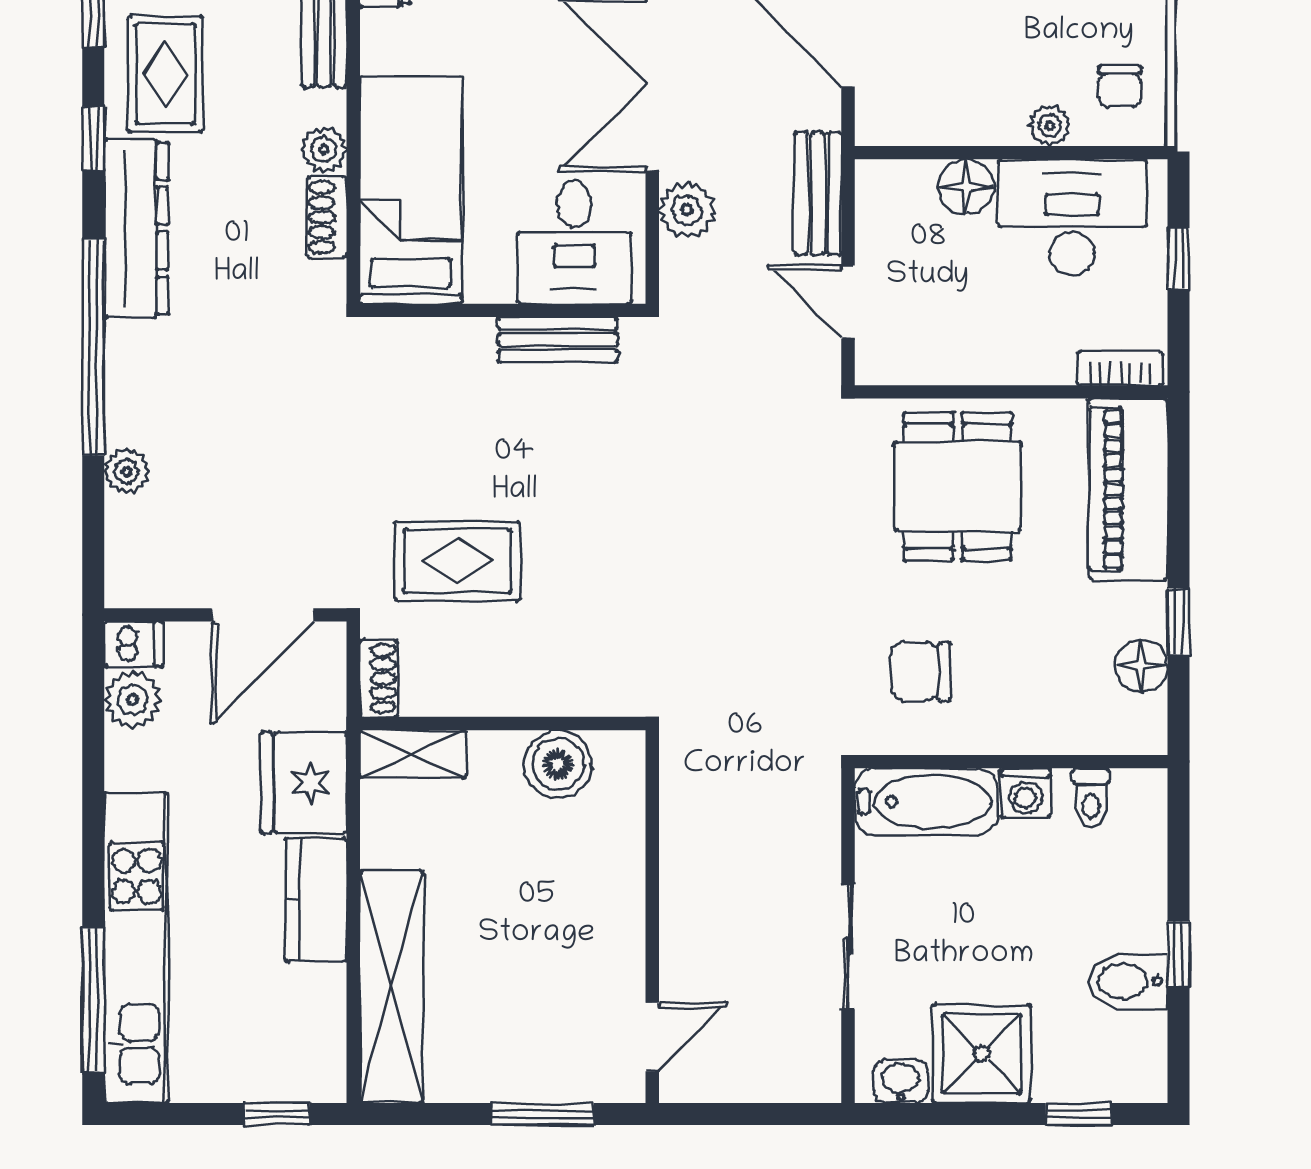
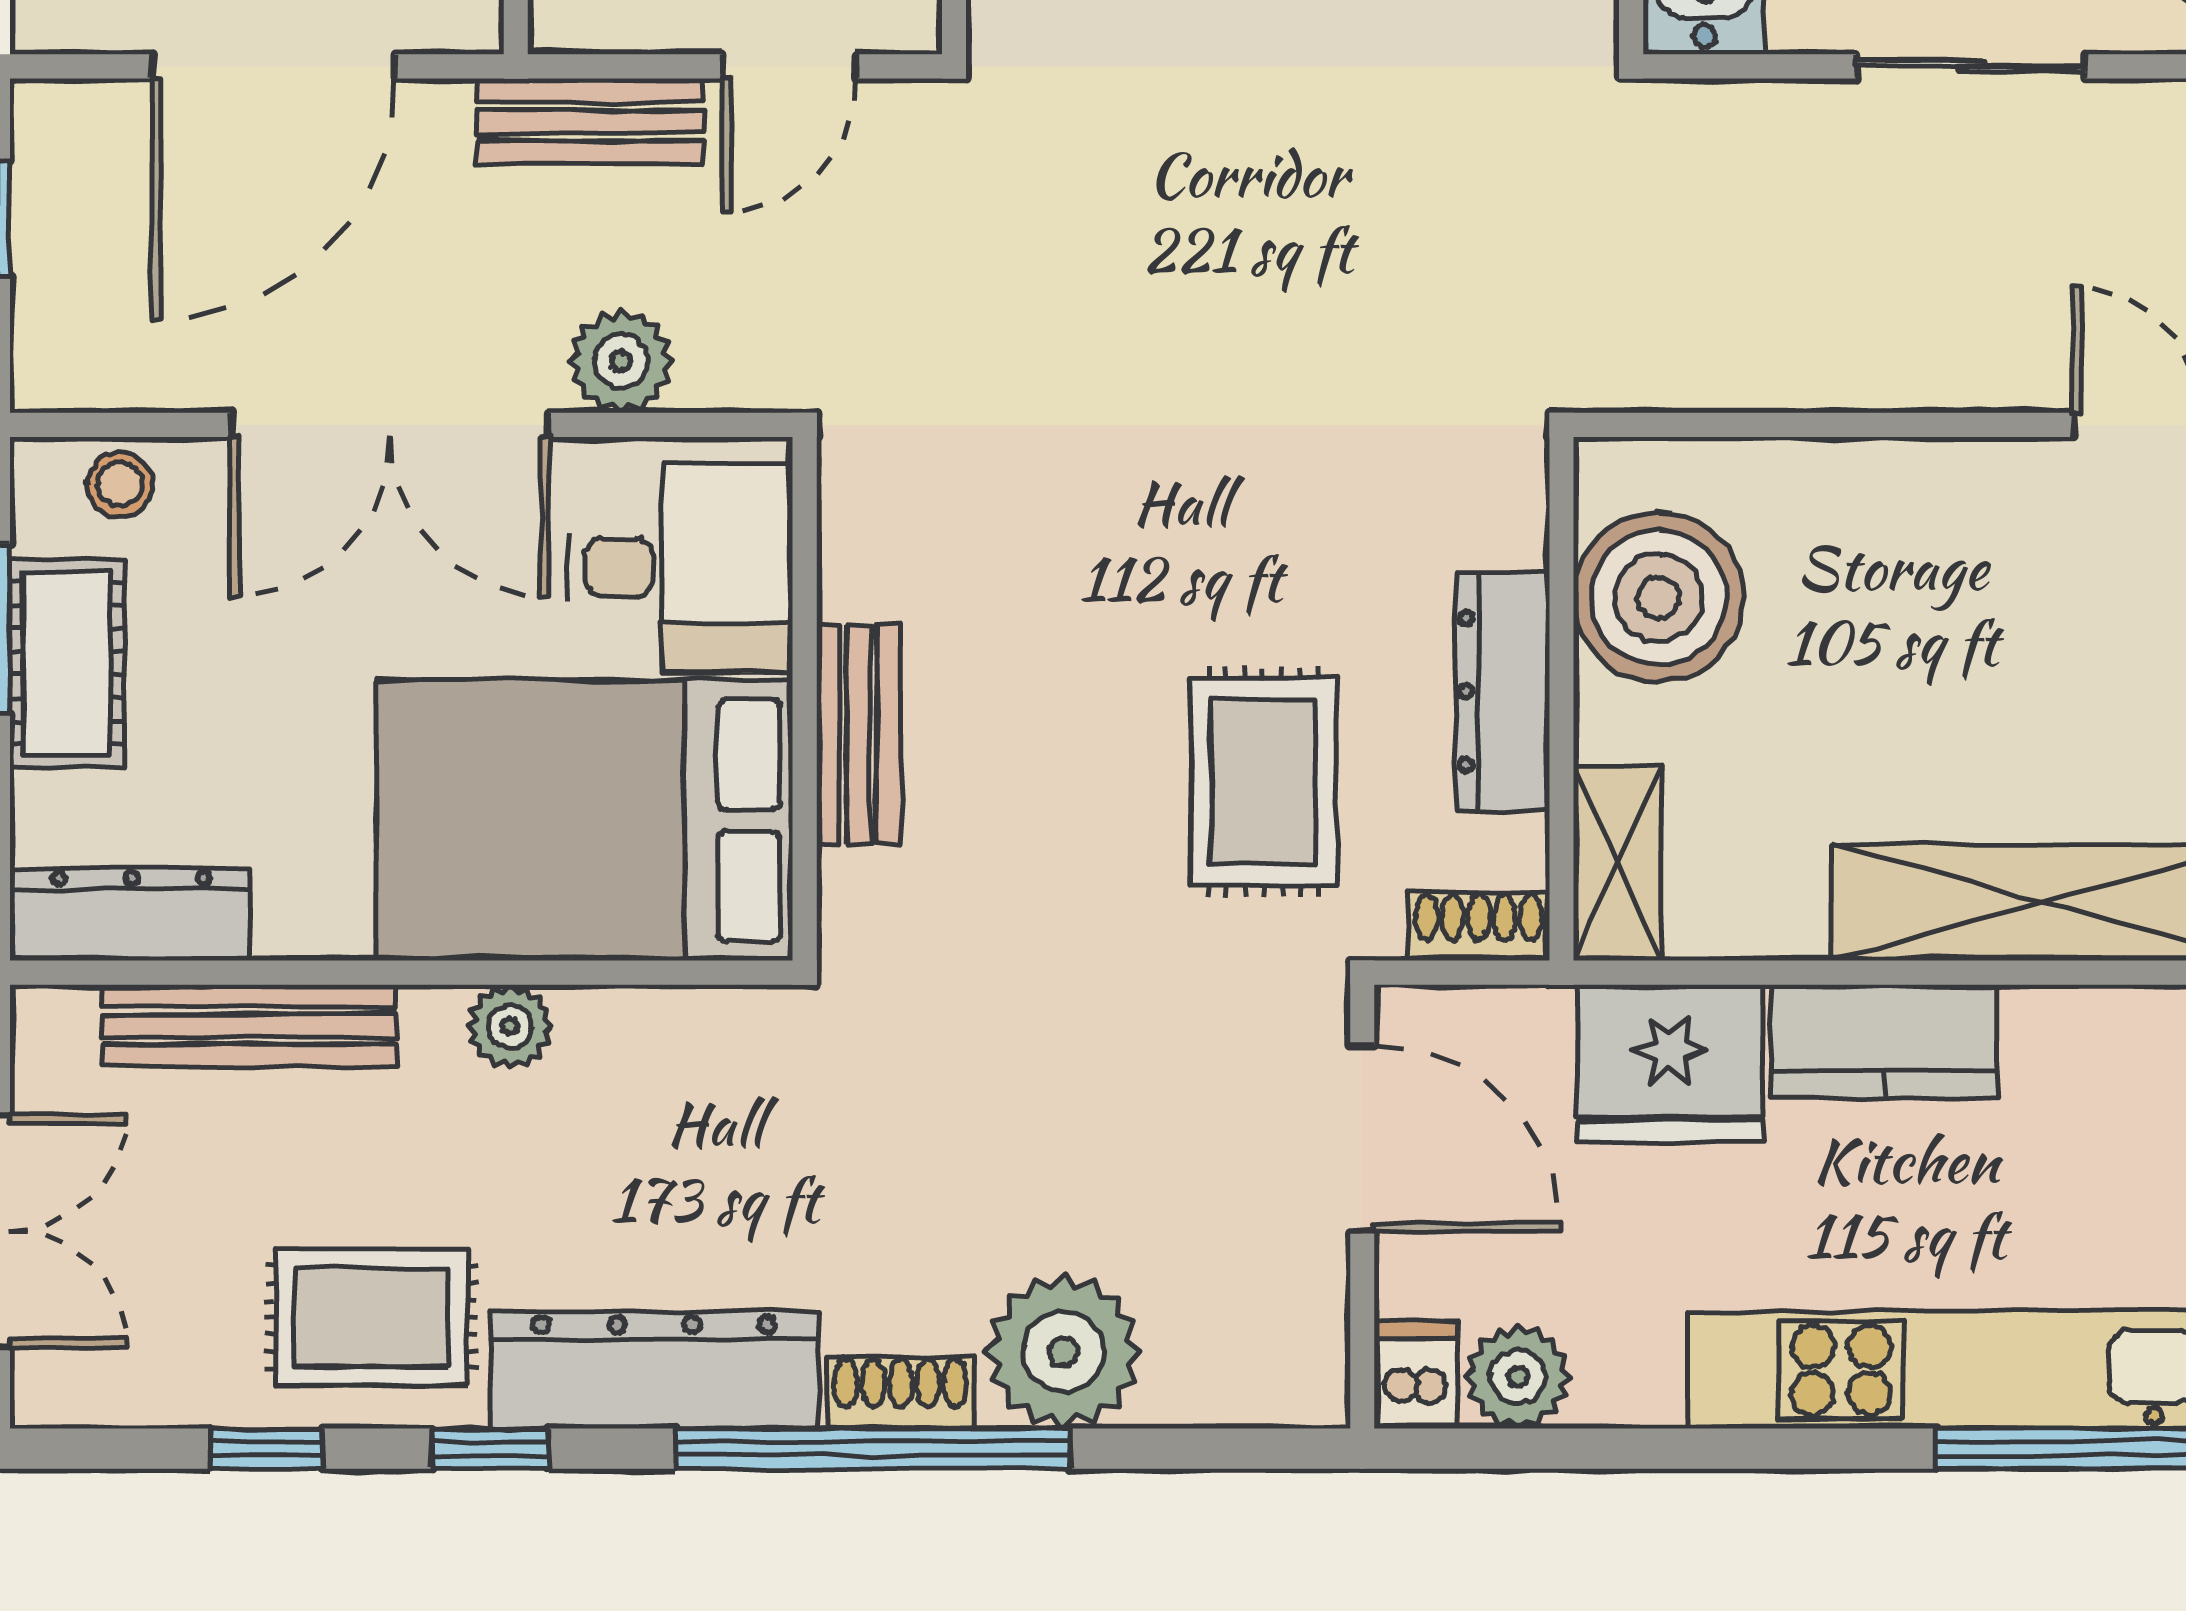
bed: (411, 190) -> (585, 820), width x1.50
shoe rack: (327, 217) -> (901, 1393), moved, turned 180
bench: (558, 340) -> (858, 735), moved
plant: (127, 471) -> (1064, 1351), width x1.88, depth x1.88
dresser: (507, 691) -> (1503, 691), added
boiler: (558, 764) -> (1658, 598), width x1.37, depth x1.37

